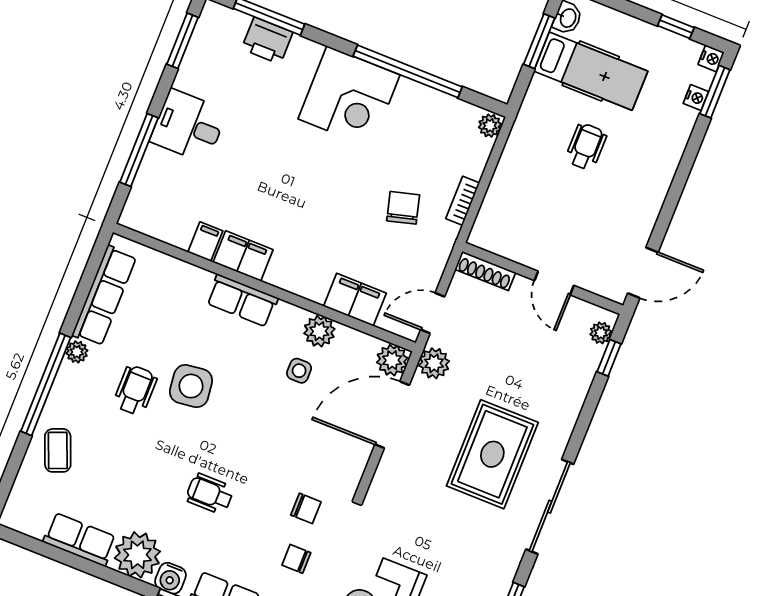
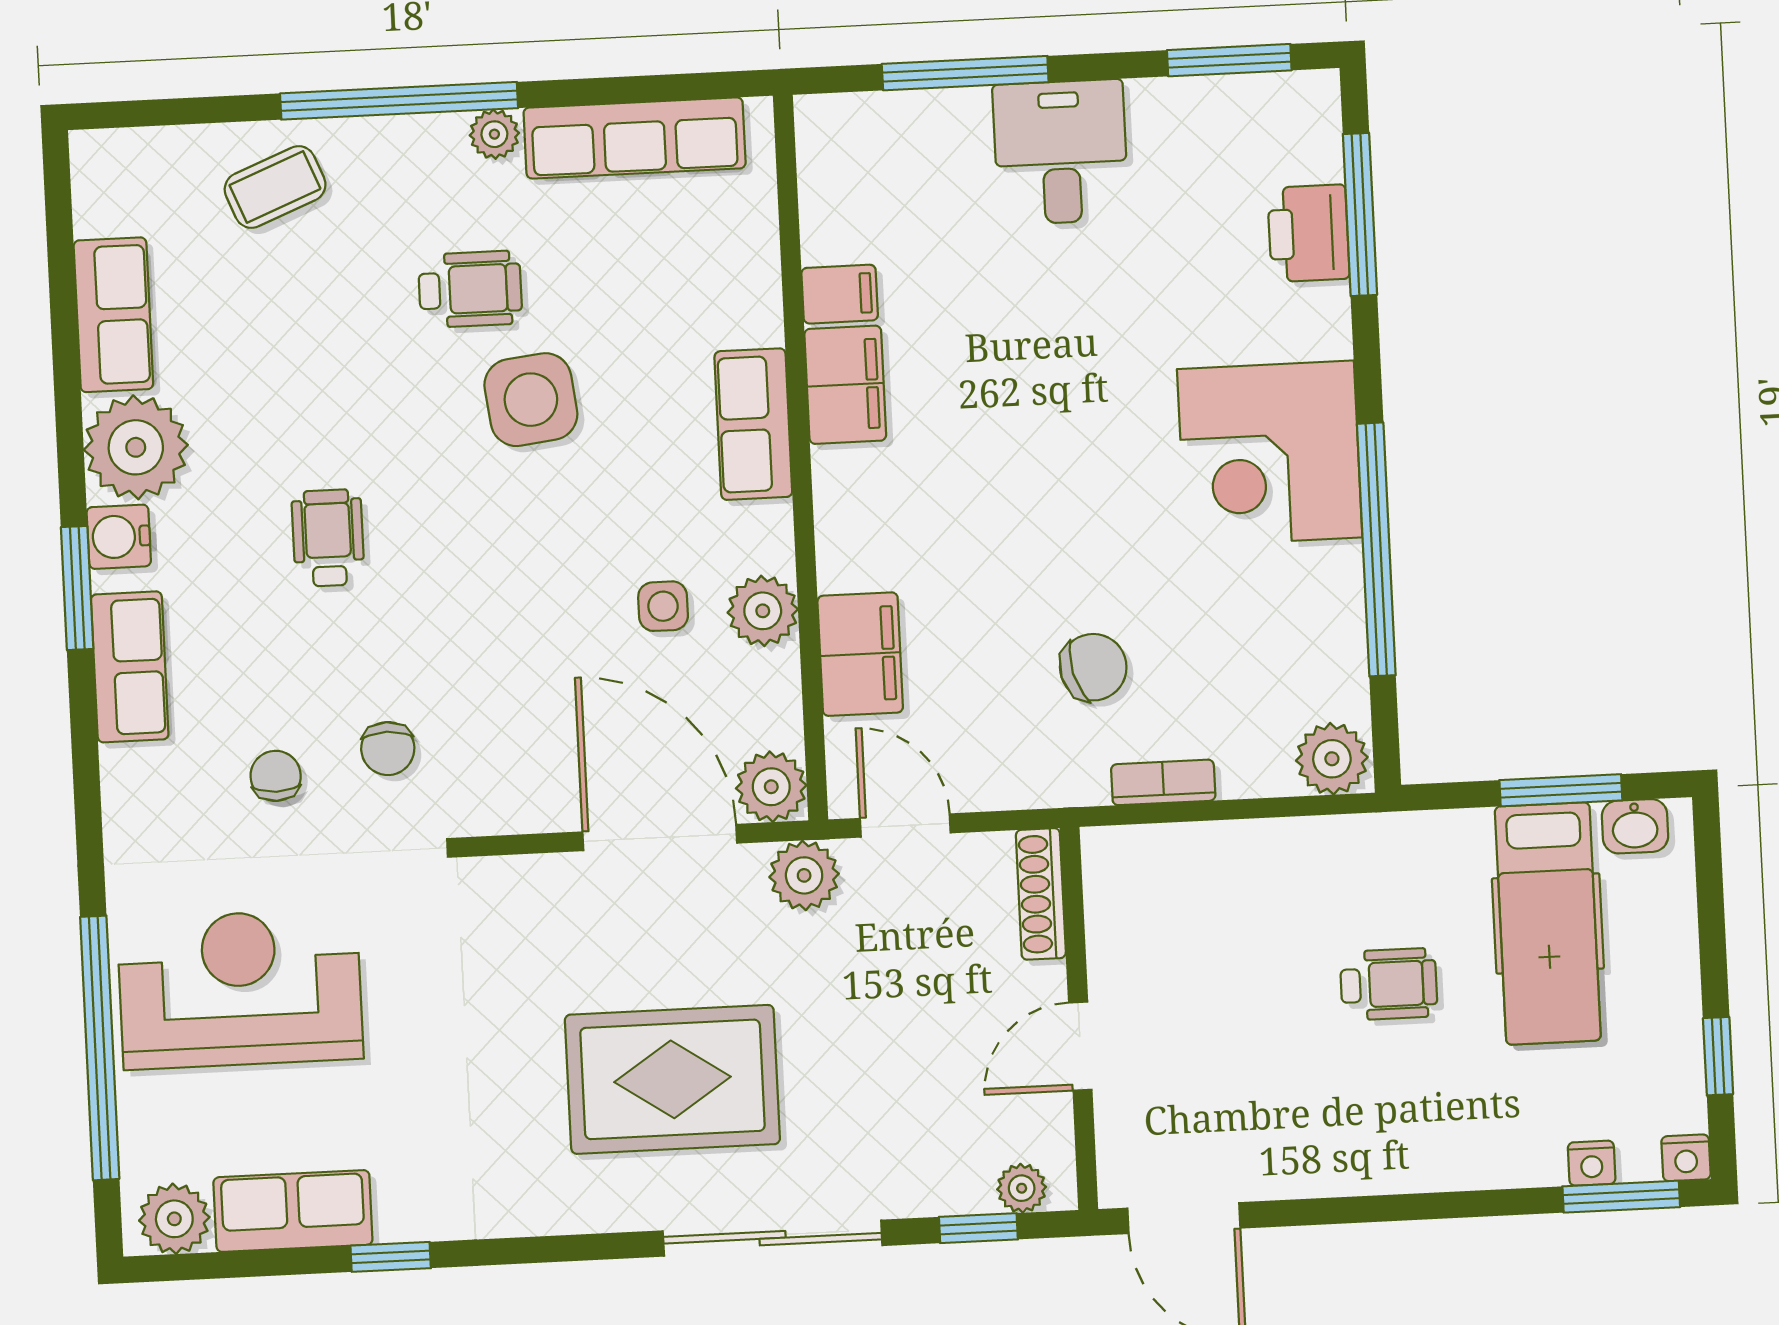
plant: (490, 126) -> (1332, 759), width x1.38, depth x1.38
sliding door: (550, 507) -> (773, 1238), moved

